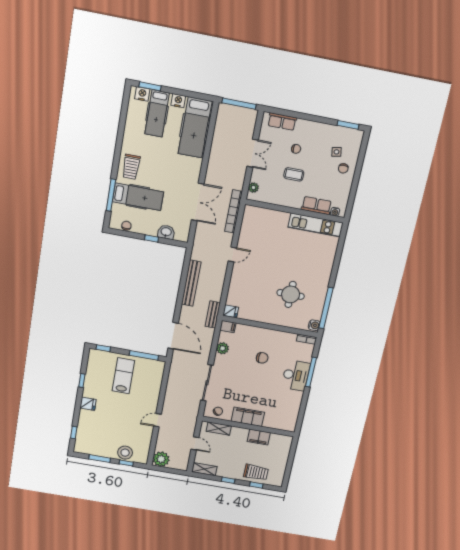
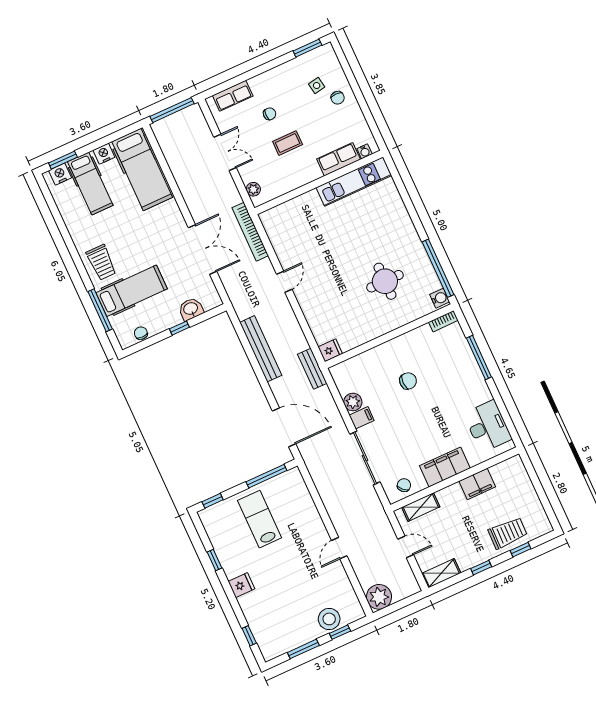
filing cabinet: (228, 327) -> (362, 418), moved
desk: (296, 375) -> (488, 426), moved

